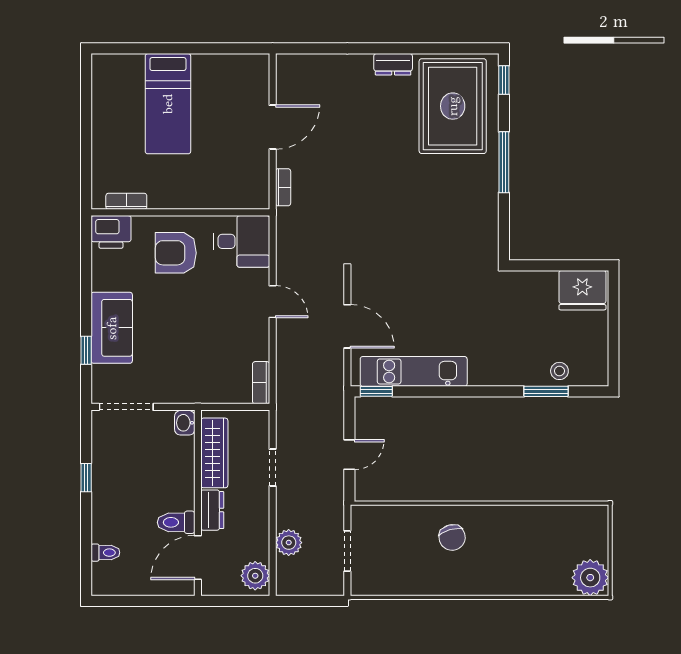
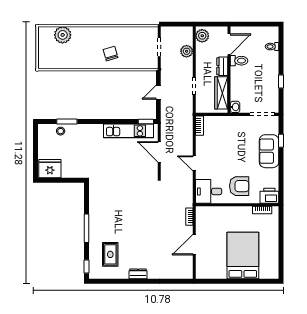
bed: (168, 104) -> (243, 255), width x1.50
rug: (453, 106) -> (110, 254), width x0.54, depth x0.49
plant: (590, 578) -> (63, 35), moved

